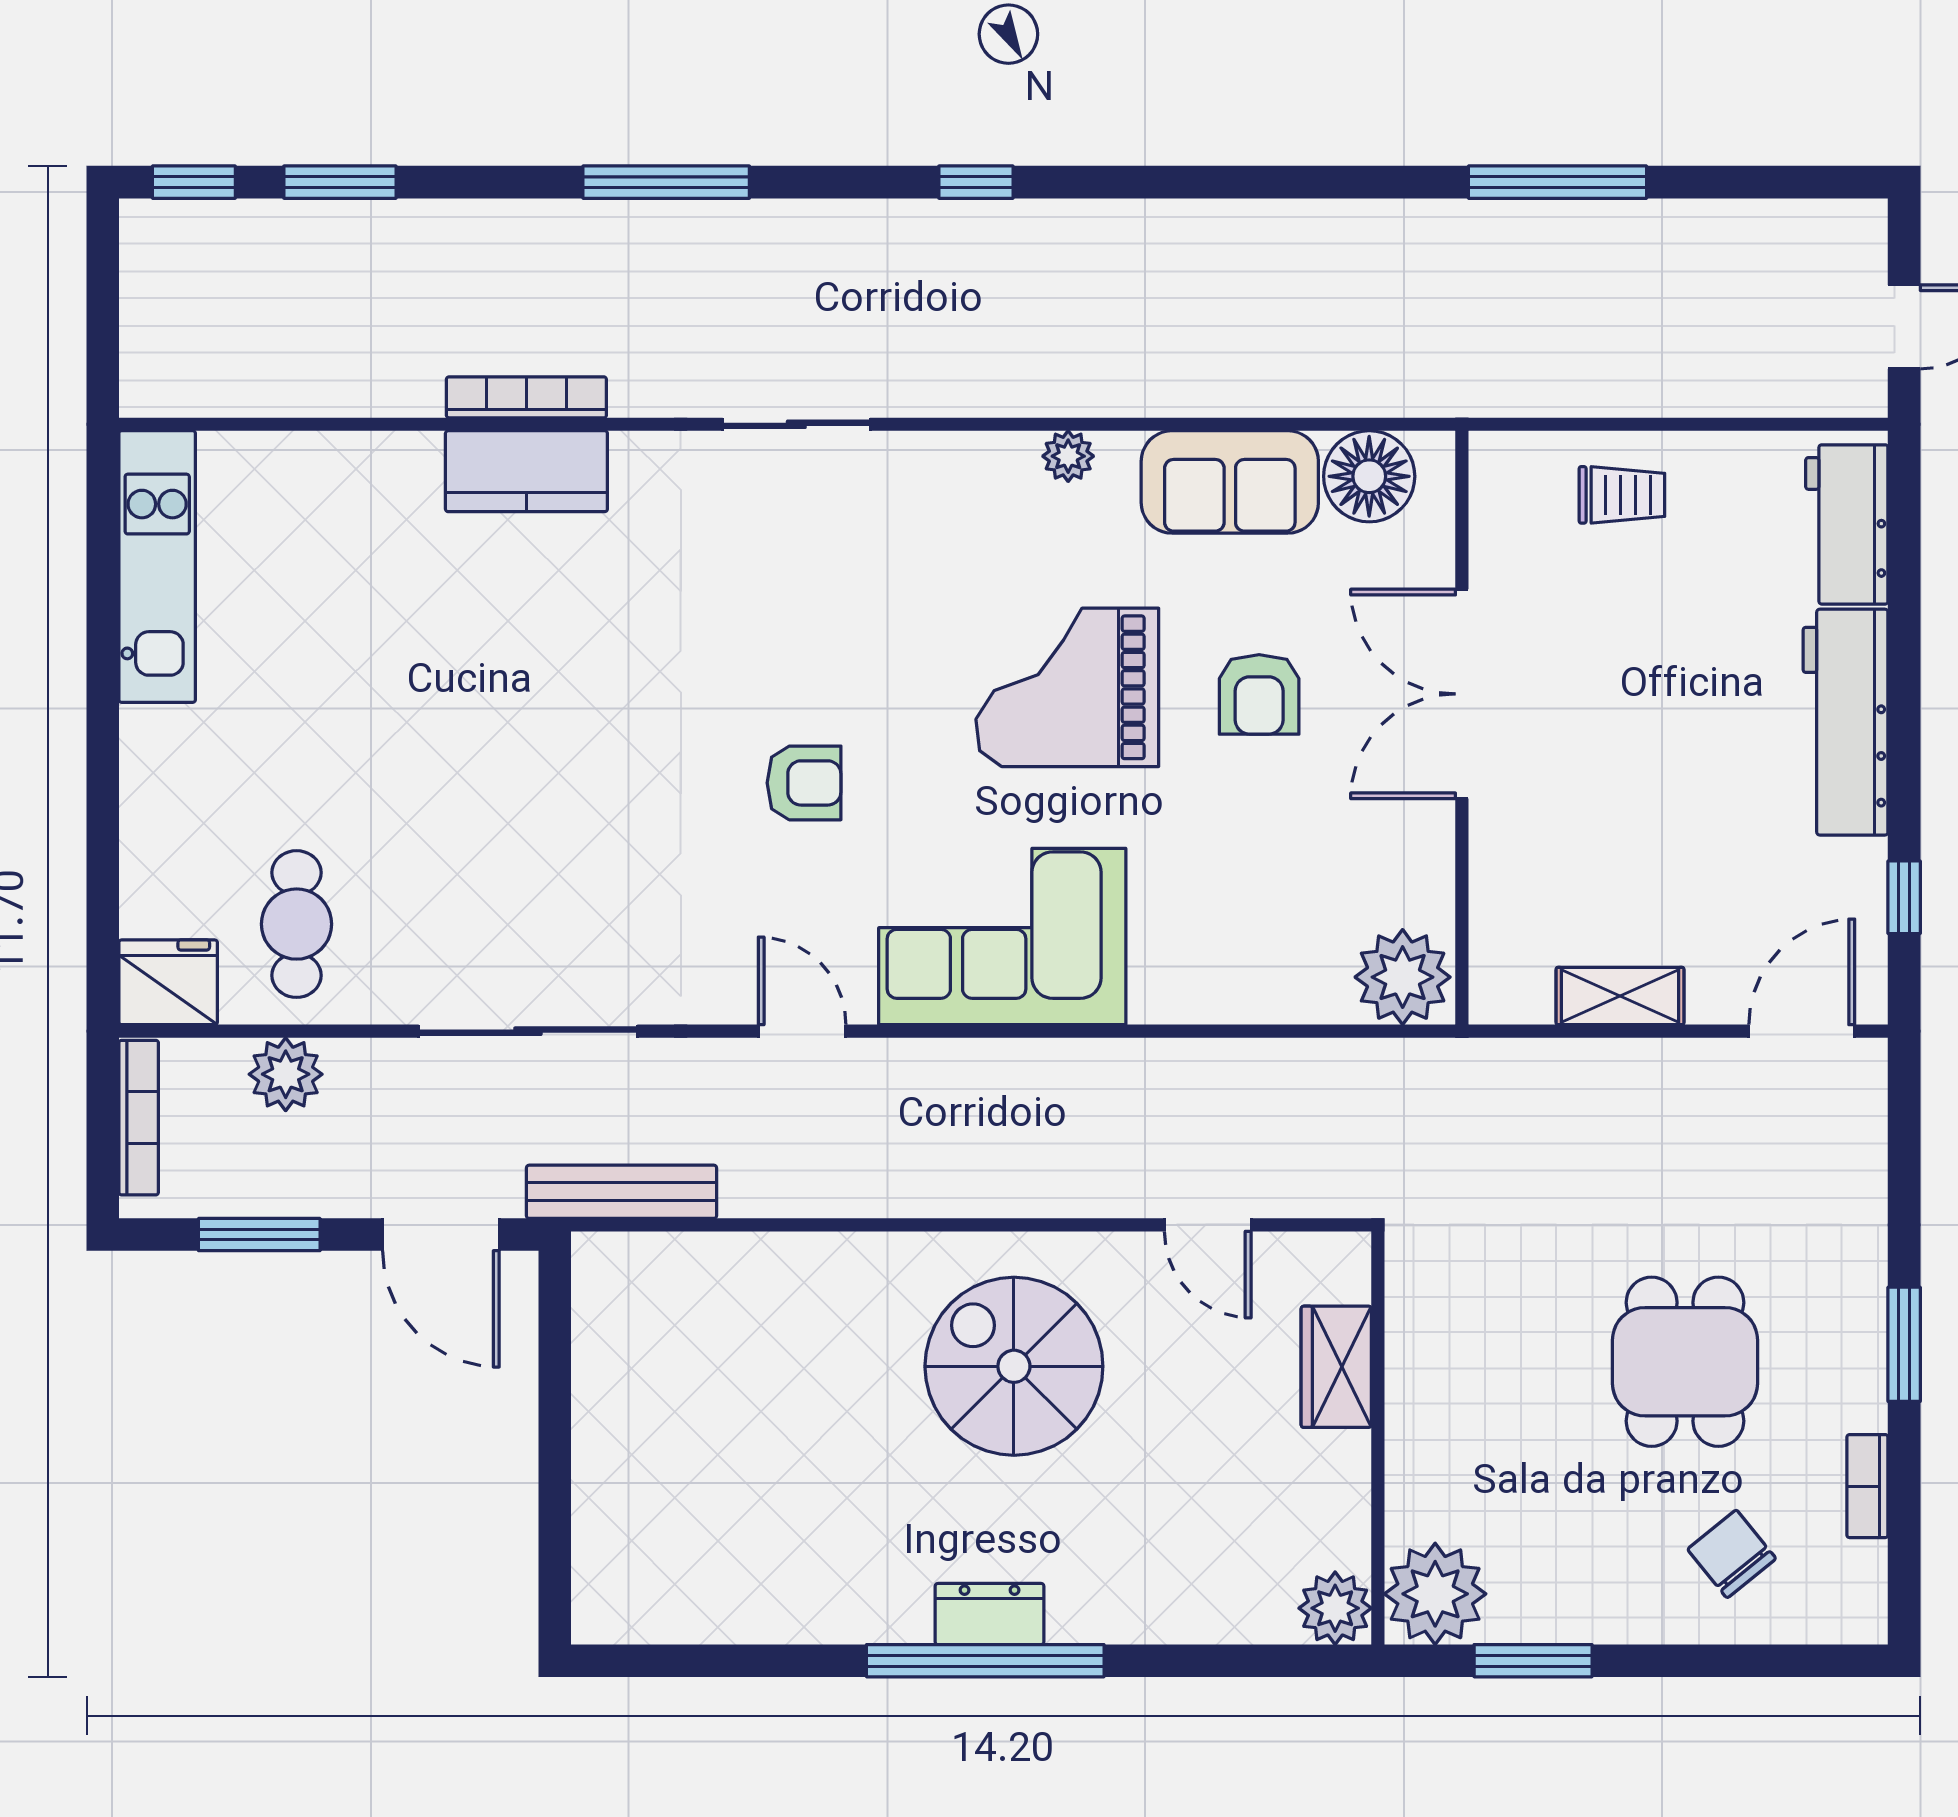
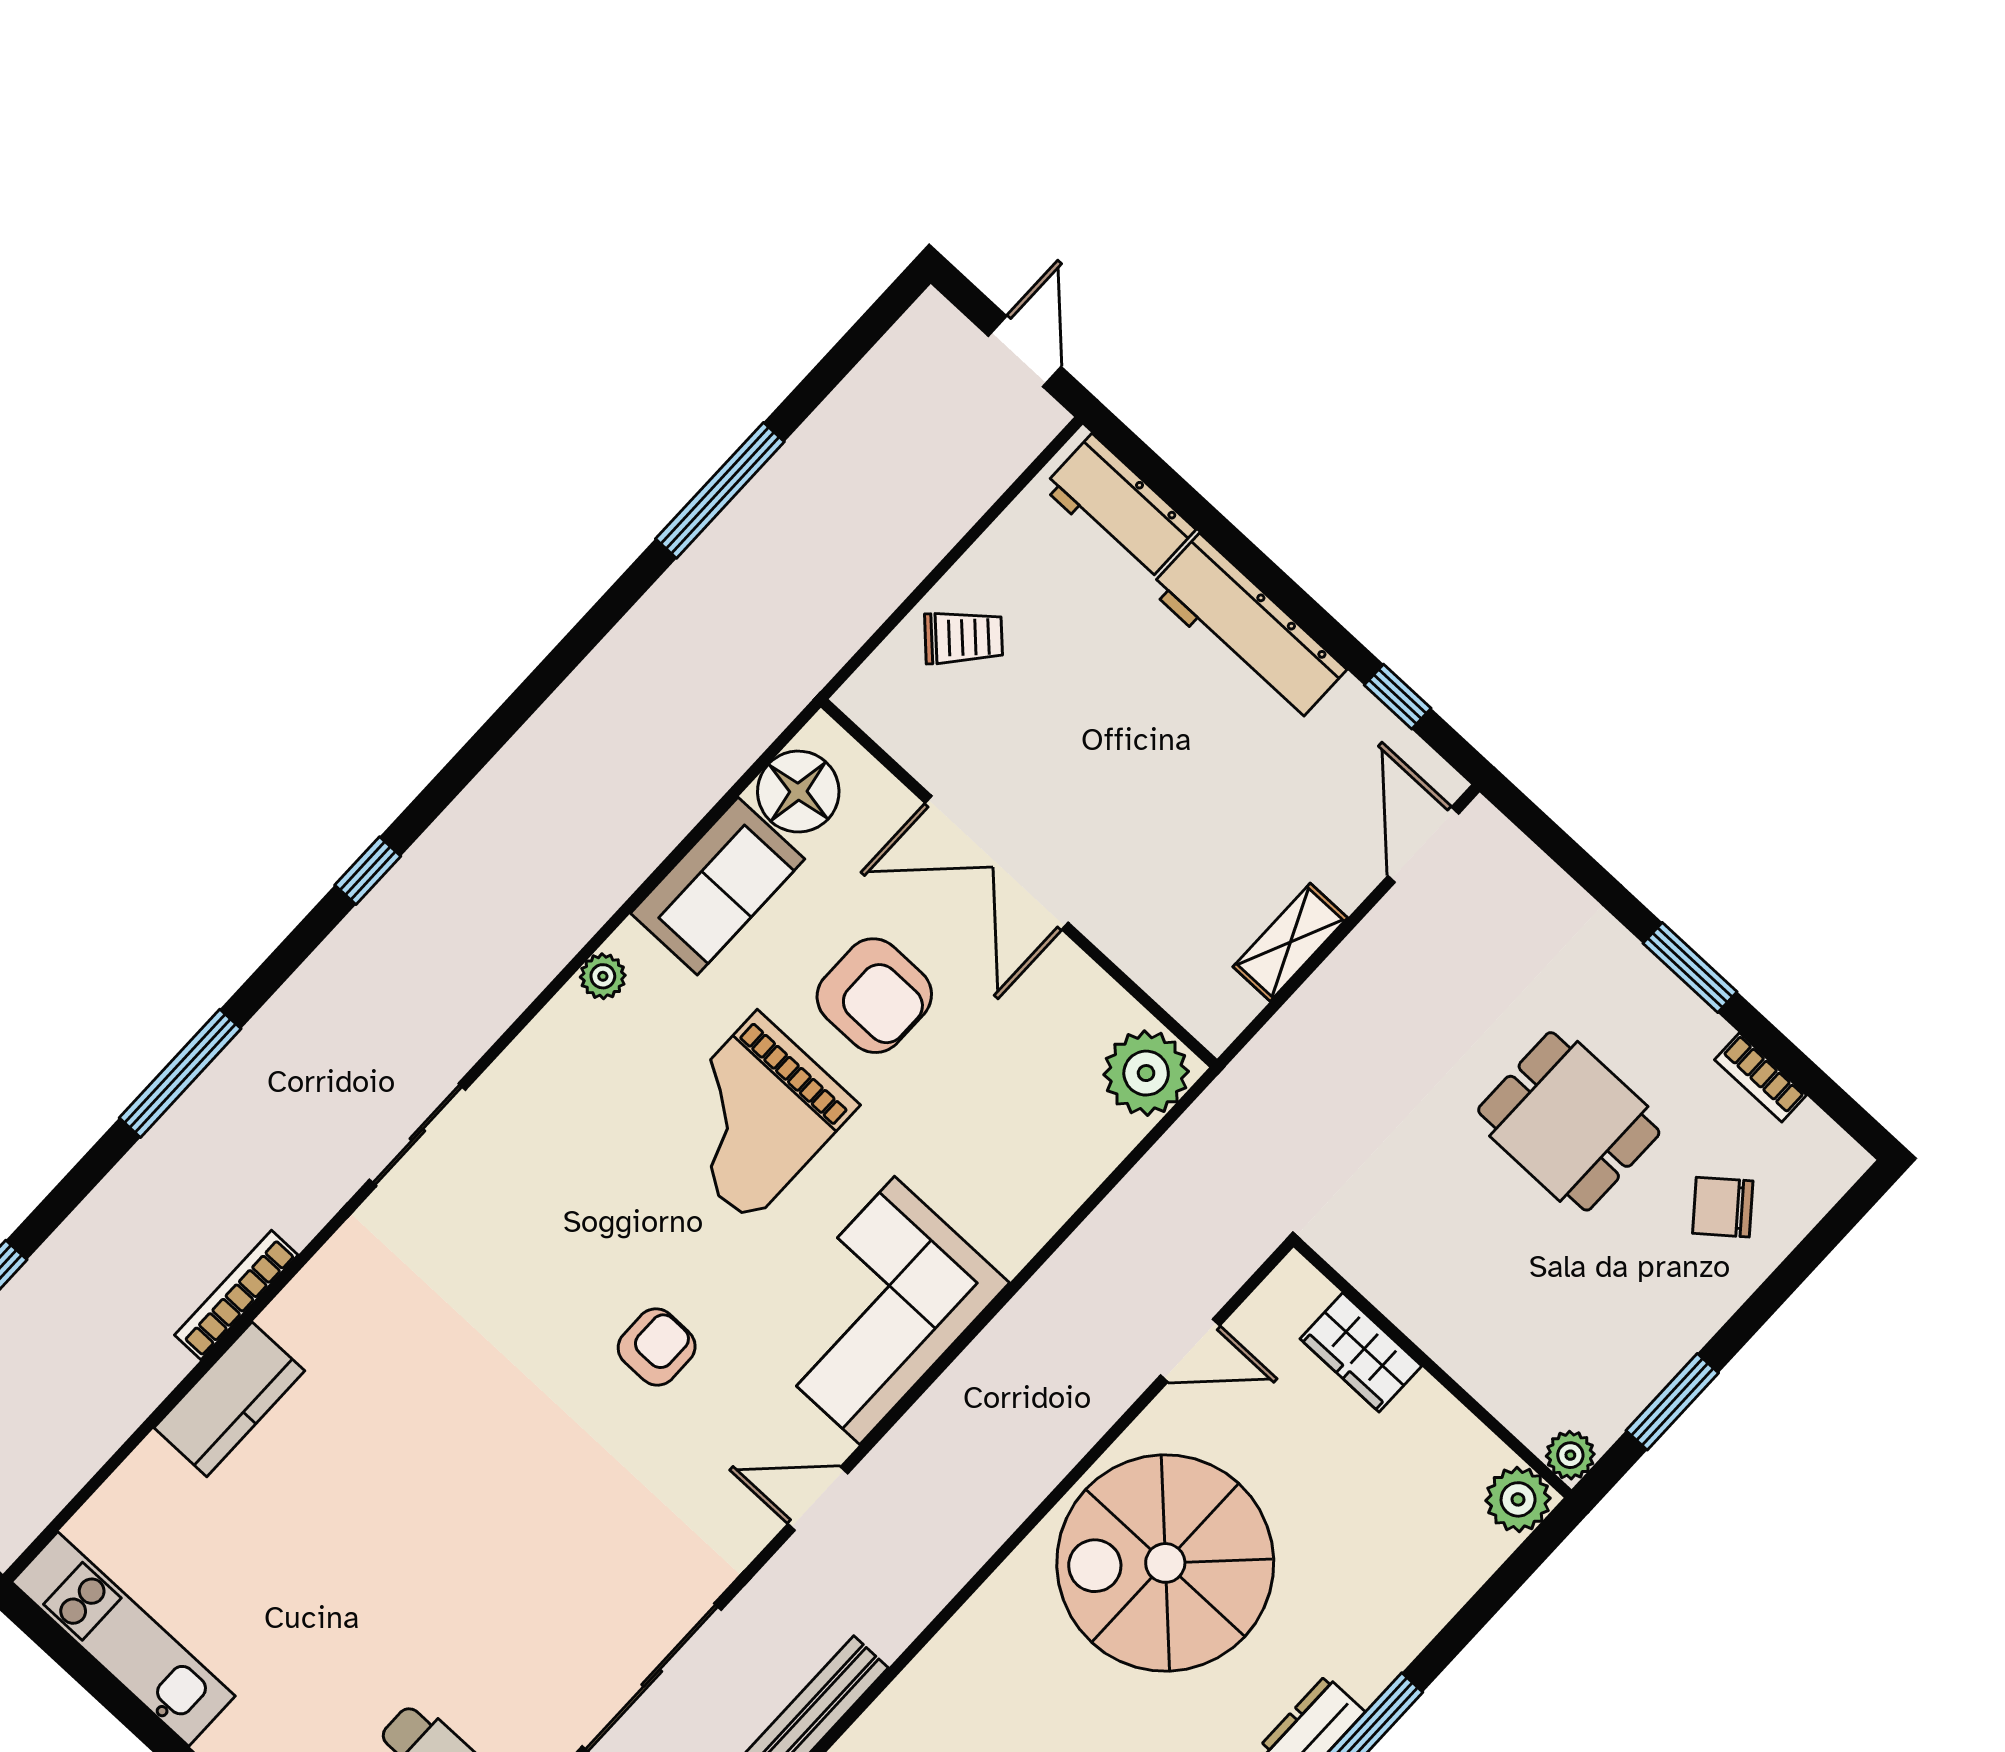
kitchen counter: (526, 471) -> (229, 1399), moved
trolley: (1622, 495) -> (964, 638), turned 45
armchair: (1259, 694) -> (874, 996), width x1.38, depth x1.38
spiral stairs: (1014, 1366) -> (1165, 1563), width x1.37, depth x1.37
plant: (1435, 1594) -> (1570, 1455), width x0.53, depth x0.53

